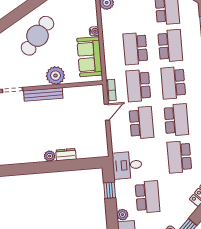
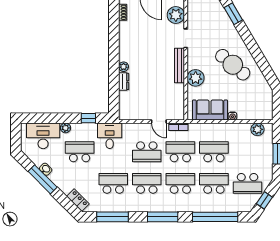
school desk: (170, 46) -> (214, 183), turned 180
school desk: (176, 120) -> (147, 183), turned 180
school desk: (147, 197) -> (80, 152), turned 180

